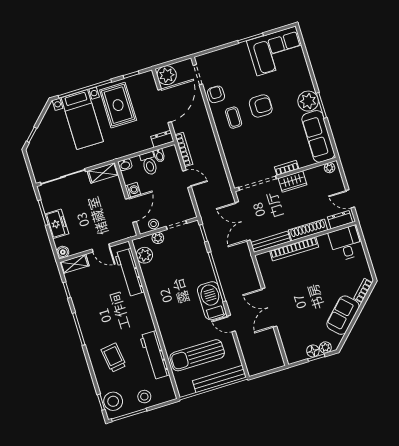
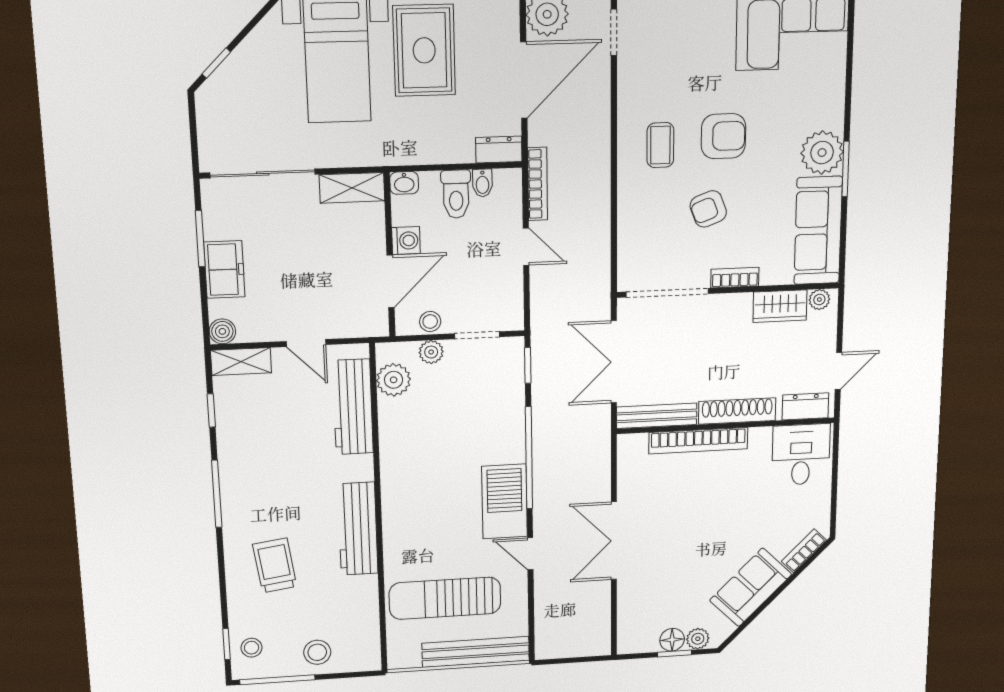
armchair: (216, 94) -> (708, 209), moved, turned -111
wardrobe: (292, 182) -> (780, 306), moved
door: (350, 199) -> (838, 371), swing flipped
workbench: (155, 355) -> (358, 529), moved
stool: (113, 401) -> (252, 648), width x0.53, depth x0.53

